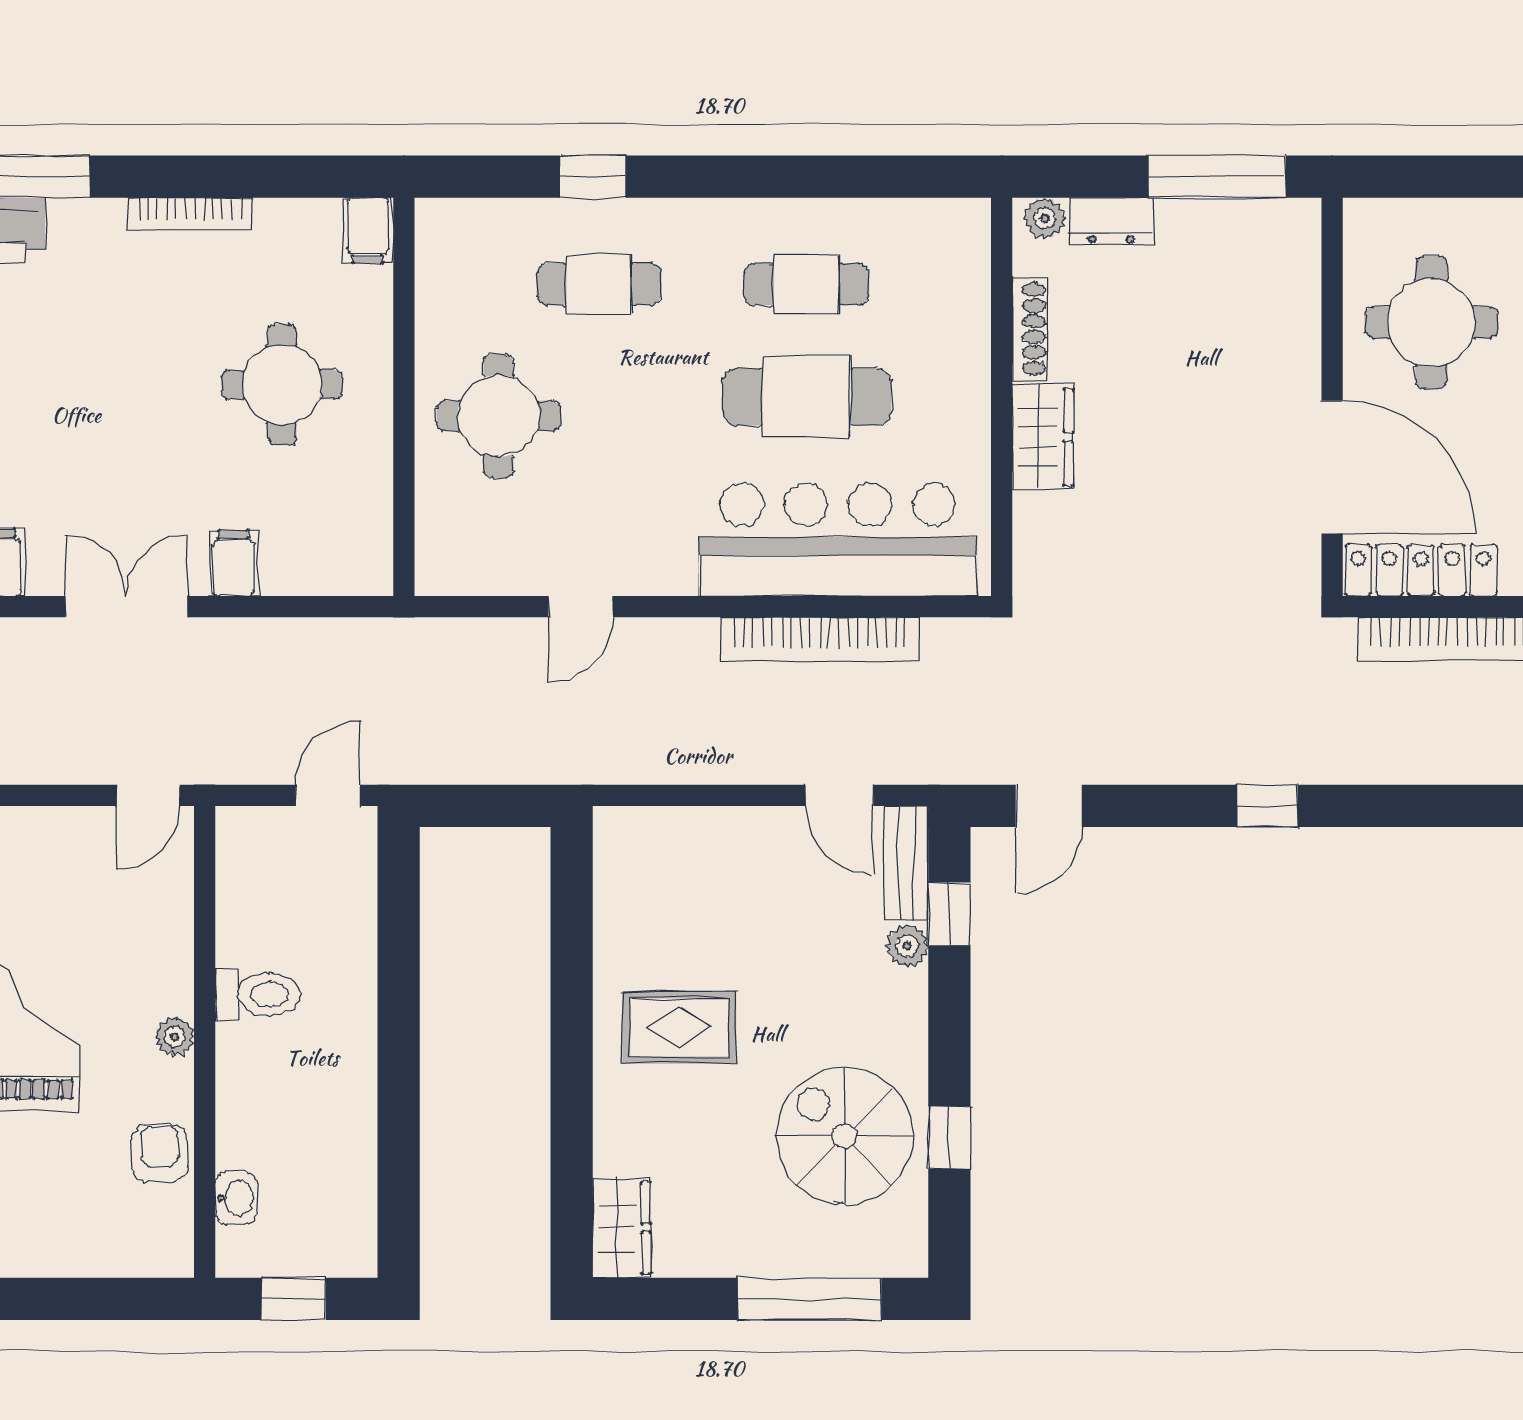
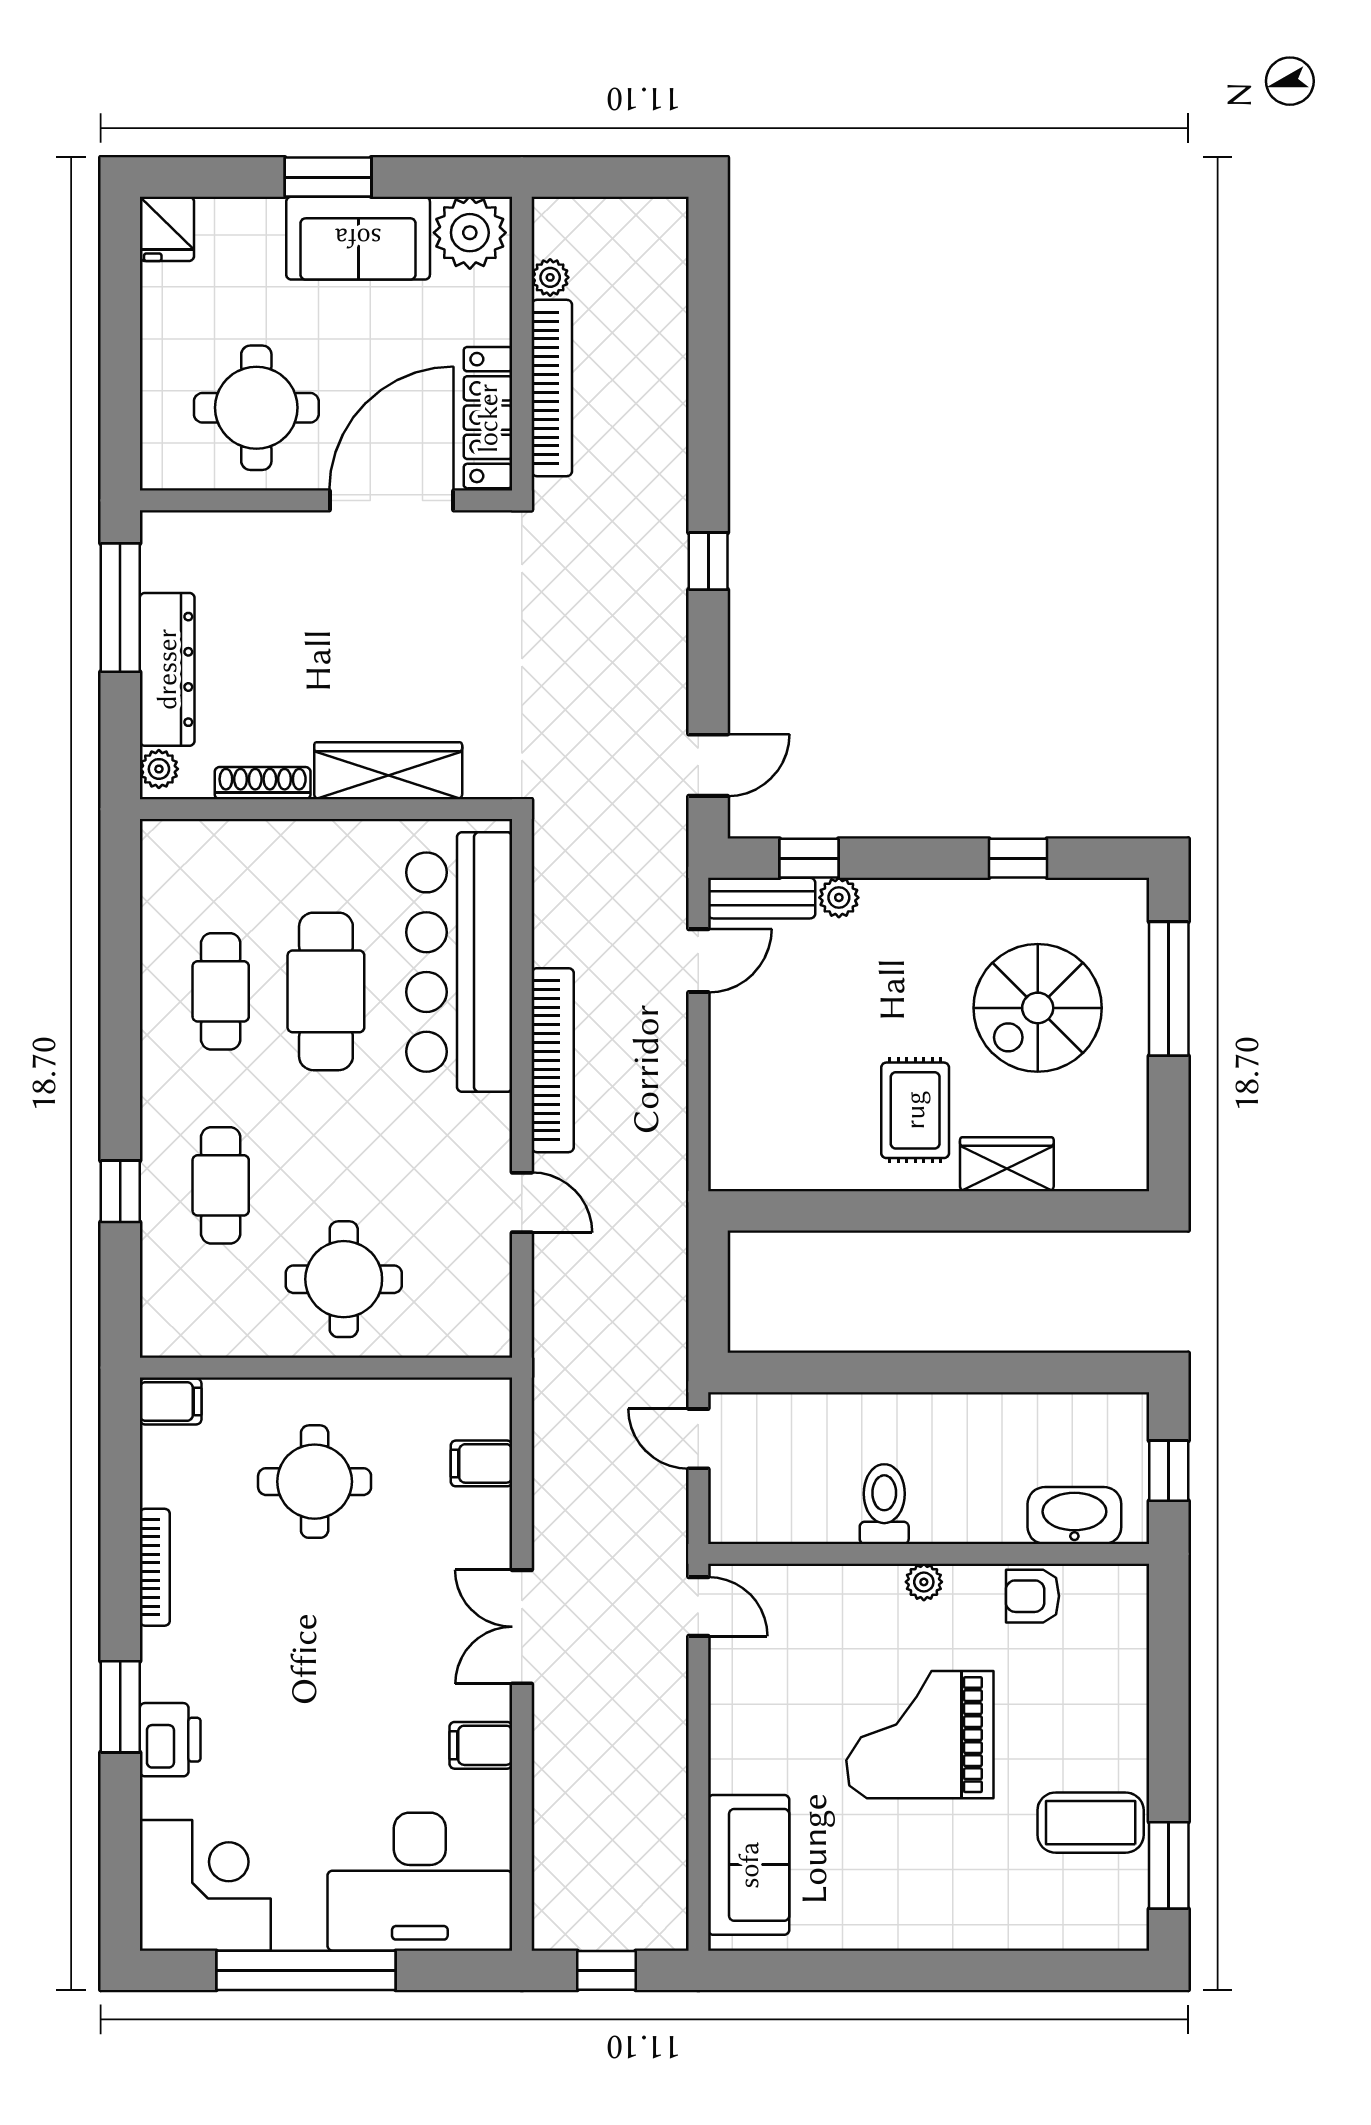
dresser: (1111, 221) -> (167, 669), width x1.96, depth x1.24
wardrobe: (1043, 437) -> (388, 771), width x1.50
filing cabinet: (233, 563) -> (481, 1463), moved
bookcase: (820, 639) -> (553, 1060), moved
door: (1049, 806) -> (708, 765), hinge flipped
spiral stairs: (845, 1136) -> (1038, 1008), moved
washbasin: (236, 1198) -> (1074, 1516), width x1.91, depth x1.45
wardrobe: (622, 1228) -> (1007, 1164), moved

